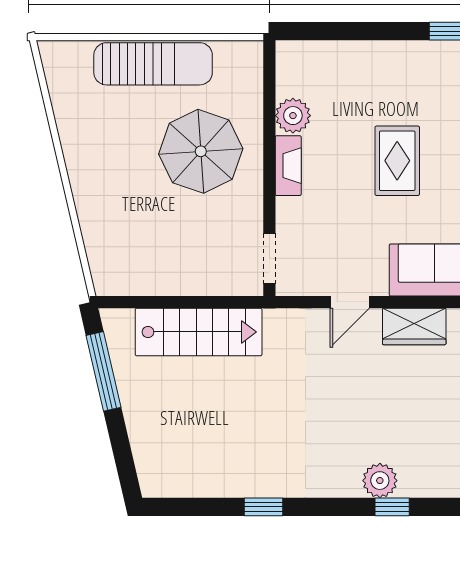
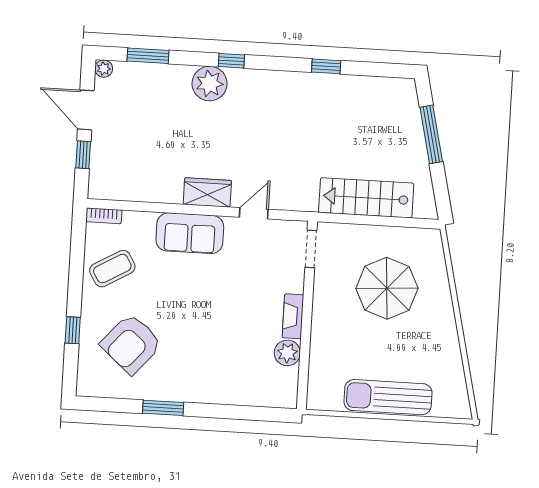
parasol: (201, 151) -> (387, 288), moved
rug: (397, 161) -> (213, 315), removed
window: (104, 371) -> (431, 134), moved
plant: (380, 481) -> (210, 84), moved, width x1.36, depth x1.36

